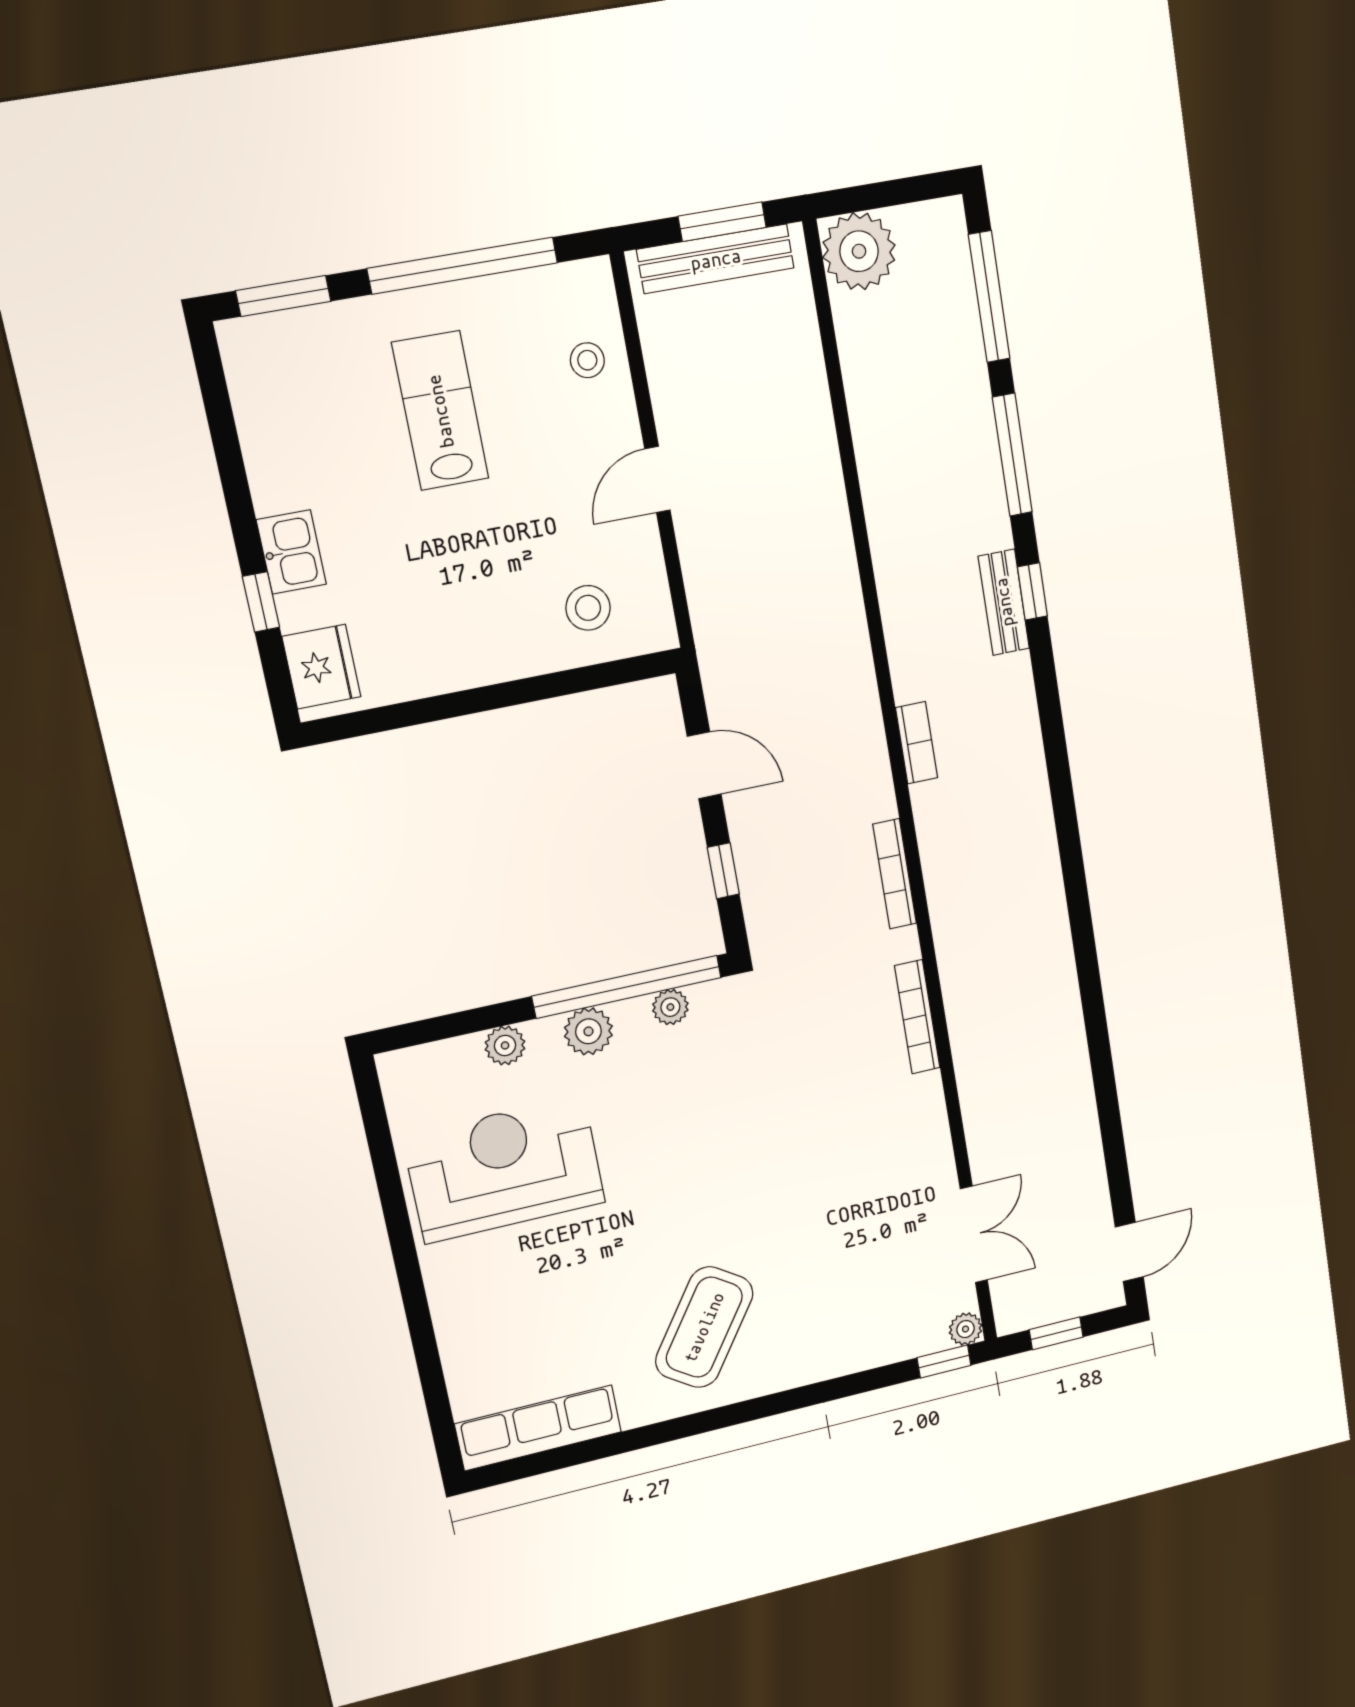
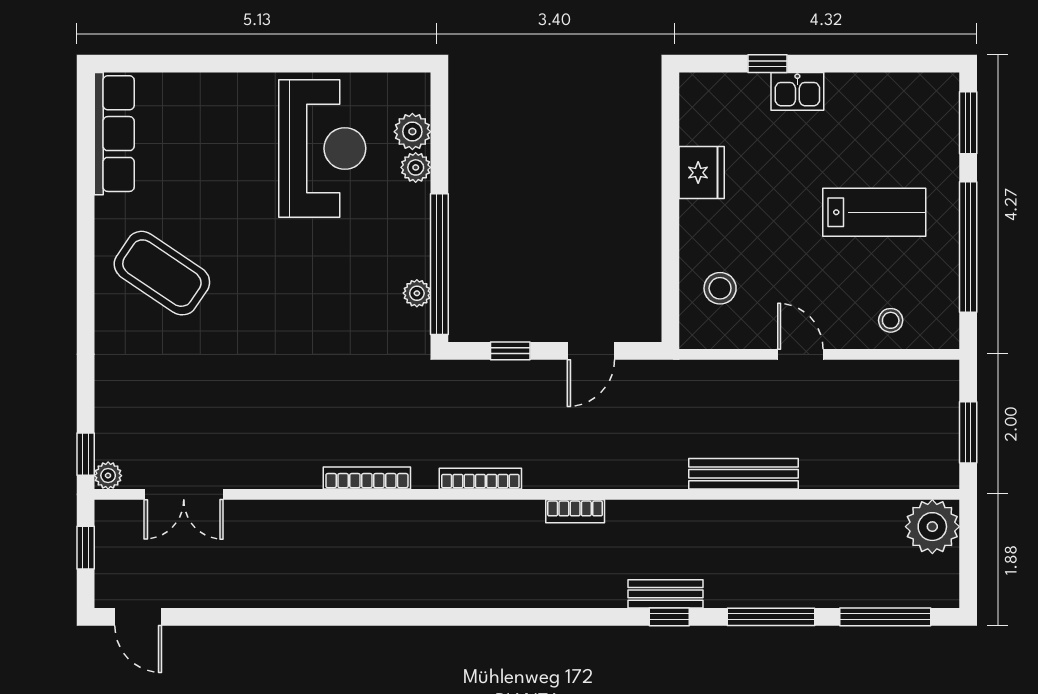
bench: (716, 259) -> (743, 474), moved, turned 90
fridge: (321, 667) -> (702, 173), moved, turned -90
plant: (588, 1031) -> (412, 132), moved

